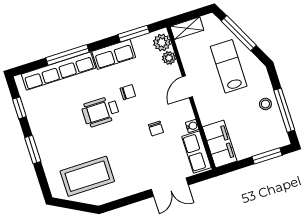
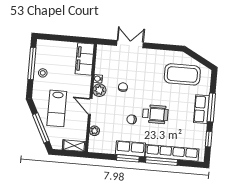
window: (134, 34) -> (128, 158), moved
plant: (162, 42) -> (99, 90), moved
door: (187, 87) -> (90, 106), swing flipped
window: (33, 150) -> (211, 108), width x1.44
row of seats: (197, 152) -> (201, 109), moved, turned 180
window: (267, 156) -> (56, 38), removed

